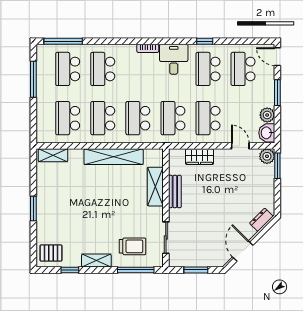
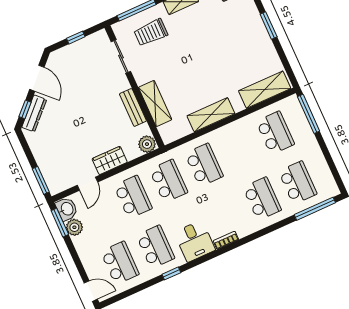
window: (33, 79) -> (309, 114), moved
window: (277, 93) -> (60, 223), moved
school desk: (103, 118) -> (240, 149), removed
door: (240, 146) -> (87, 184), hinge flipped
shelving: (53, 155) -> (265, 90), width x1.50, depth x1.33
plant: (267, 156) -> (147, 144), moved
shelving: (114, 157) -> (211, 115), width x0.68
wardrobe: (200, 157) -> (110, 160), moved
dresser: (261, 220) -> (34, 113), width x1.44
window: (264, 230) -> (25, 109), added
window: (196, 270) -> (76, 38), width x0.67

